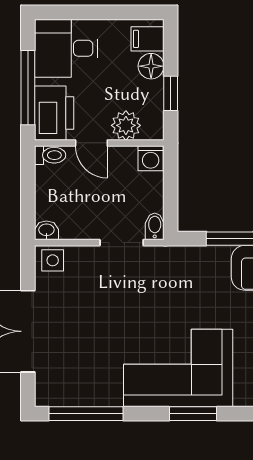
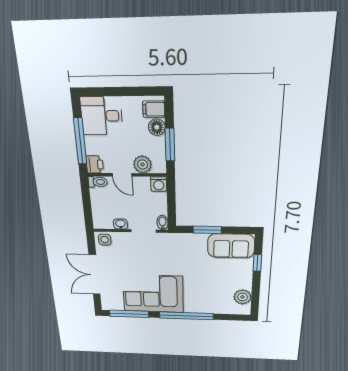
window: (171, 93) -> (170, 145), width x1.50
printer: (54, 113) -> (95, 165), width x0.53, depth x0.68
washbasin: (46, 230) -> (120, 224), moved
corner sofa: (178, 368) -> (153, 294), moved
window: (193, 414) -> (186, 316), width x2.11

